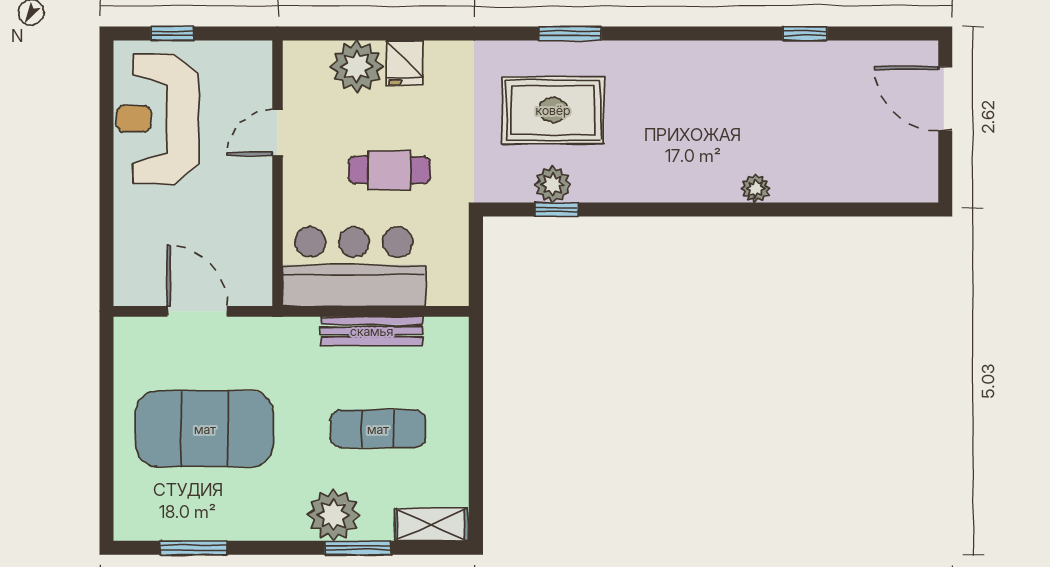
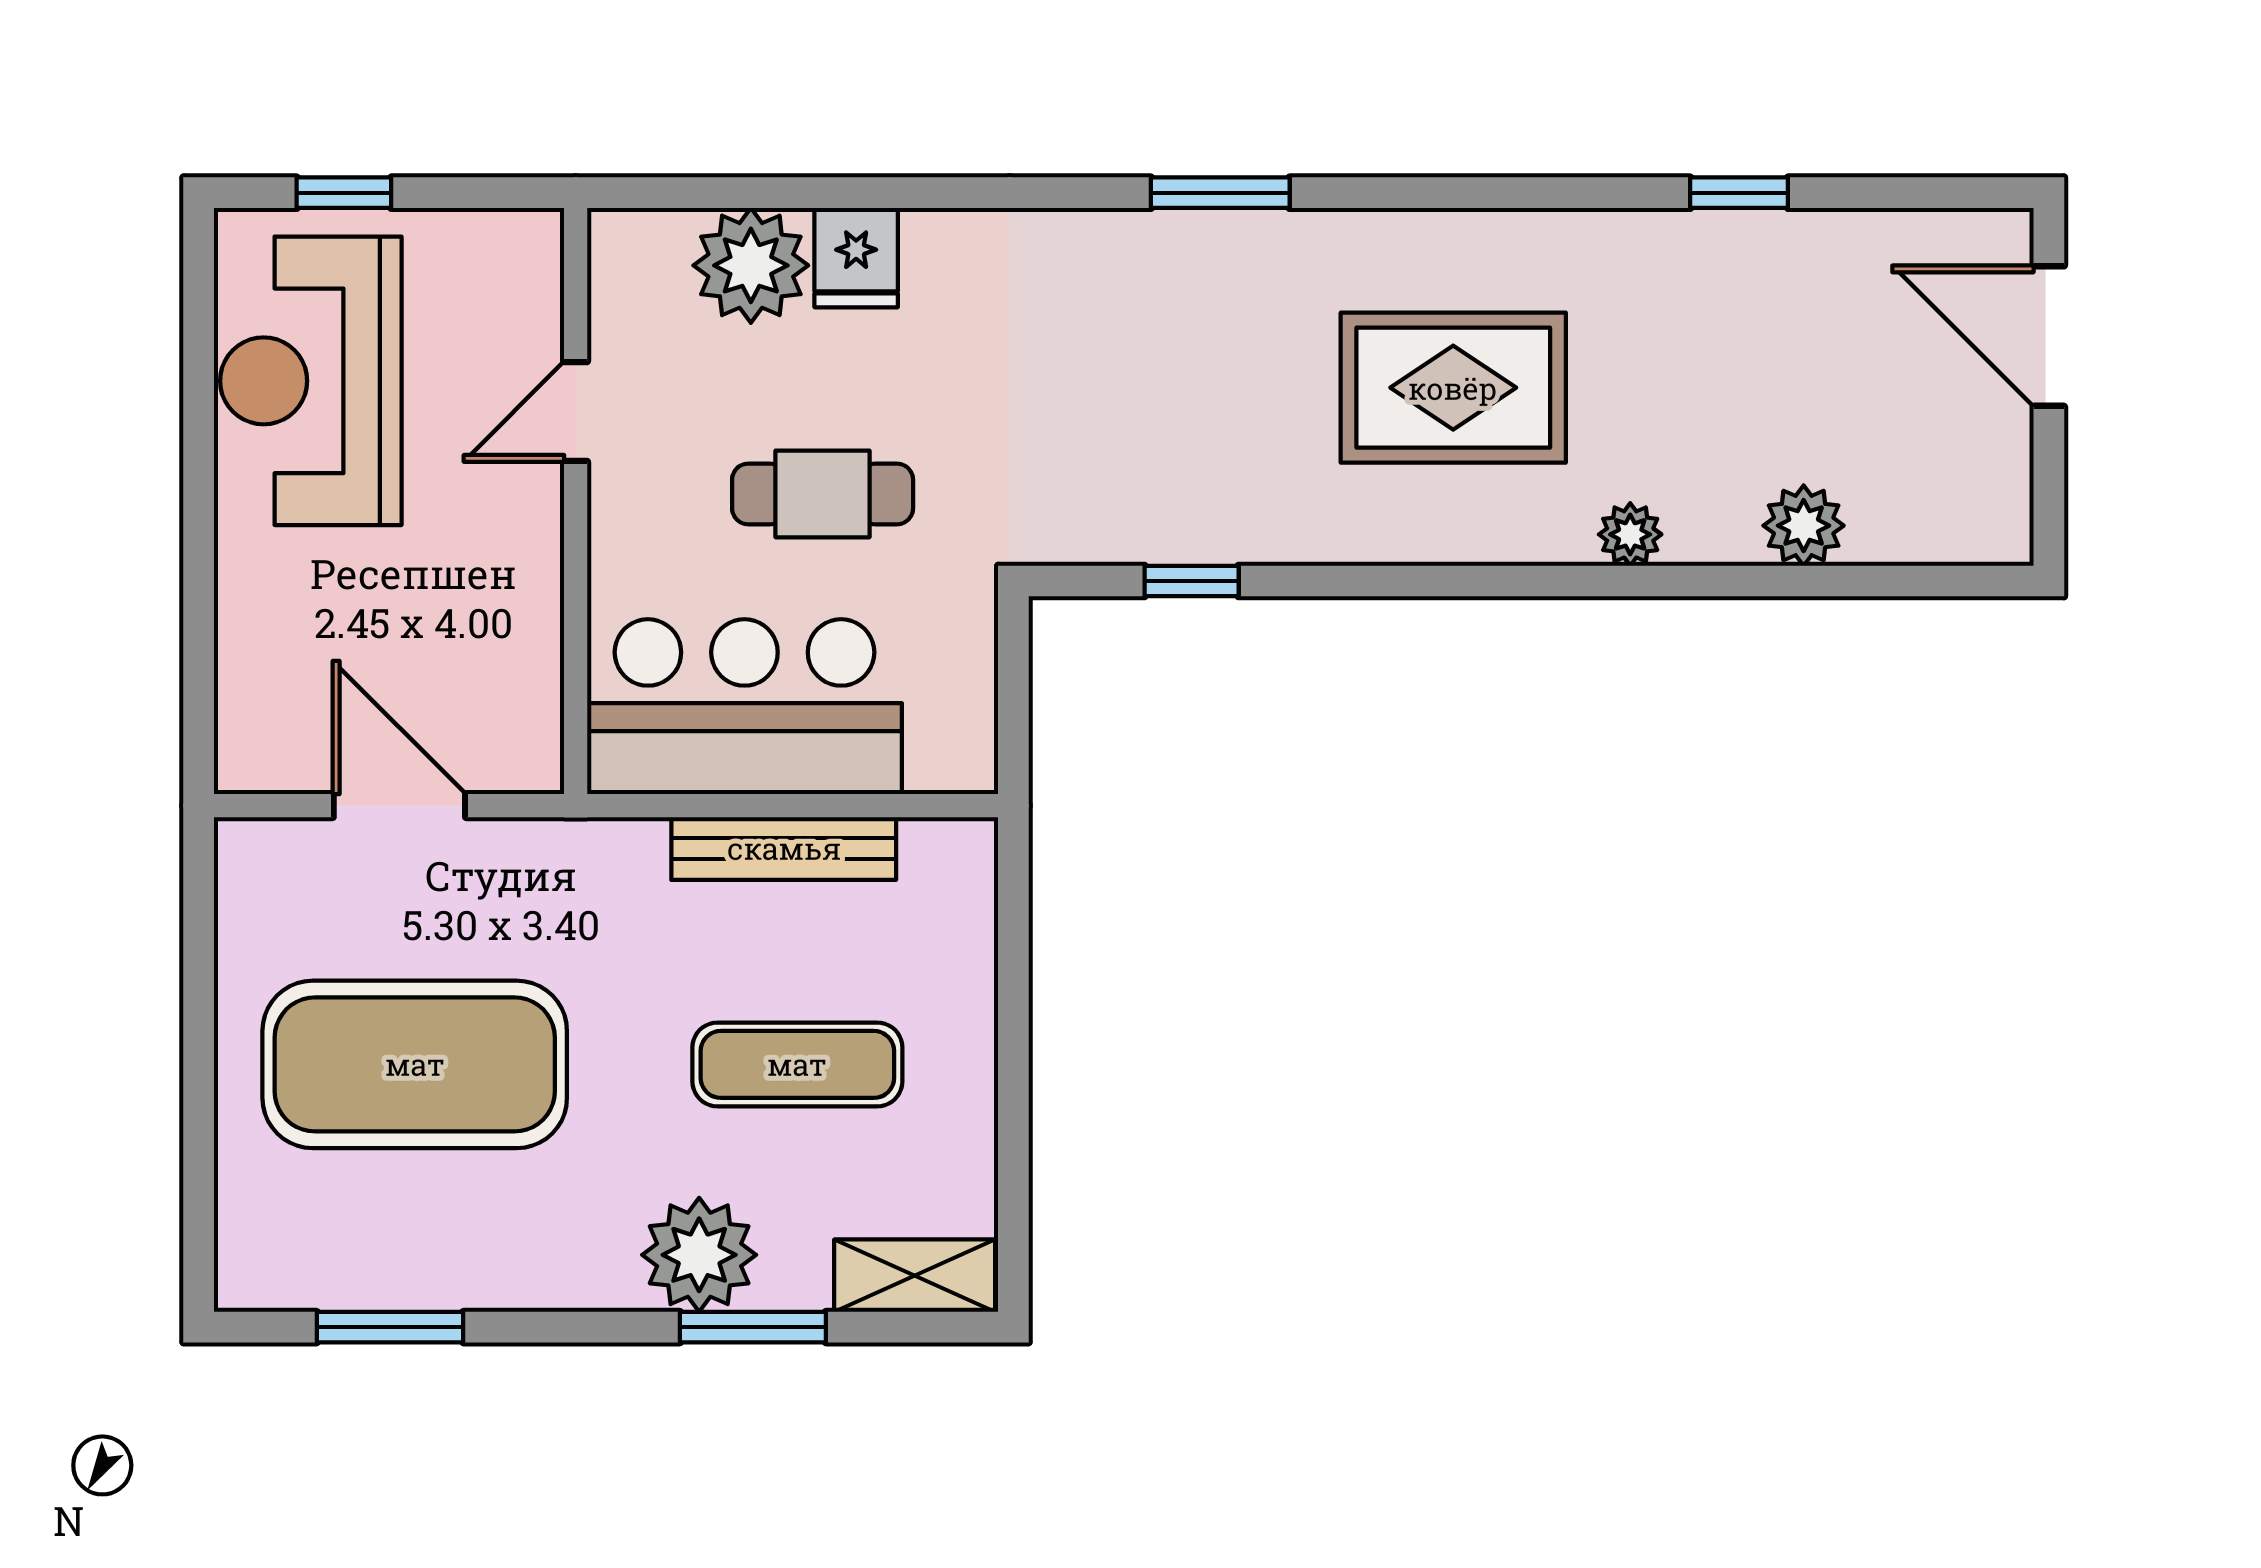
rug: (553, 110) -> (1453, 388), moved
plant: (553, 184) -> (1804, 526), moved

